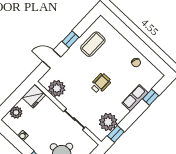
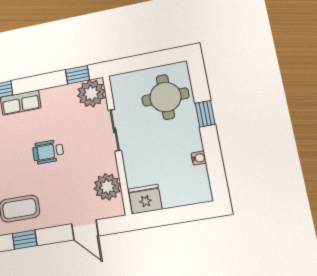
window: (70, 39) -> (25, 240), moved
plant: (16, 112) -> (185, 195), removed
plant: (108, 122) -> (91, 93), moved

